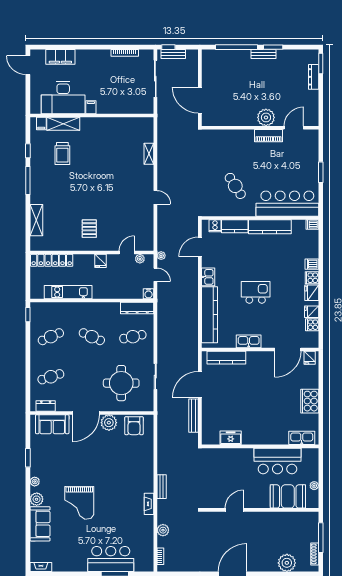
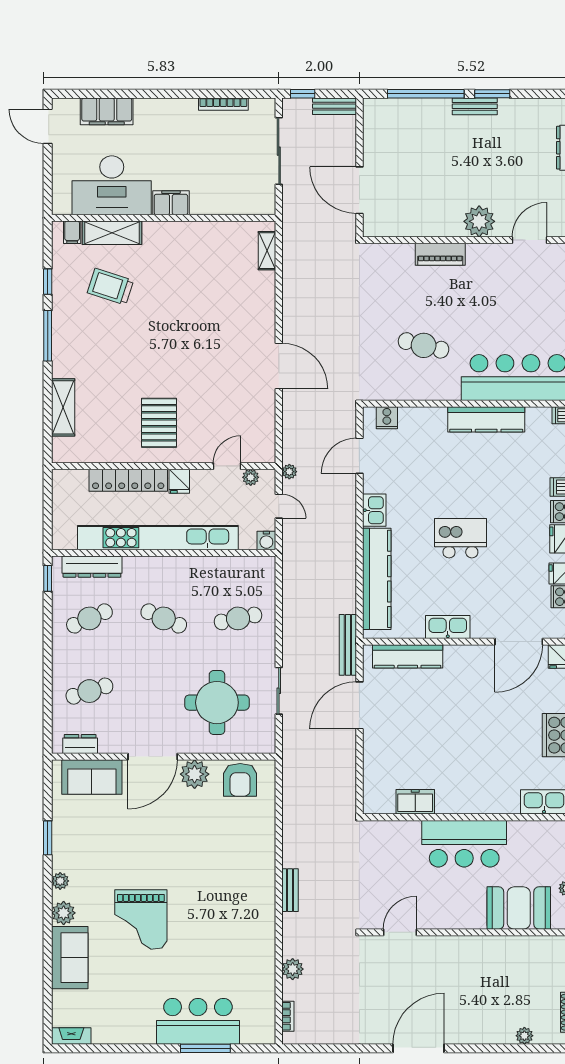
bench: (173, 54) -> (335, 106), moved
filing cabinet: (91, 107) -> (171, 203), width x2.00
piano: (268, 136) -> (440, 254), moved
trolley: (62, 154) -> (110, 287), turned 108
shelving: (149, 154) -> (267, 251), moved
cafe table: (235, 186) -> (424, 345), turned -43
door: (155, 197) -> (279, 366), width x1.88
kitchen counter: (235, 226) -> (423, 418), removed
pallet: (89, 229) -> (159, 423), width x1.50, depth x1.42
locker: (52, 260) -> (128, 480), moved
kitchen unit: (68, 292) -> (158, 538), width x1.86
dresser: (137, 308) -> (92, 567), moved
bench: (193, 416) -> (348, 645), moved
bar counter: (277, 461) -> (464, 844), moved
fireplace: (149, 504) -> (267, 921), removed
door: (234, 510) -> (400, 932), moved
plant: (287, 563) -> (524, 1036), width x0.53, depth x0.53

